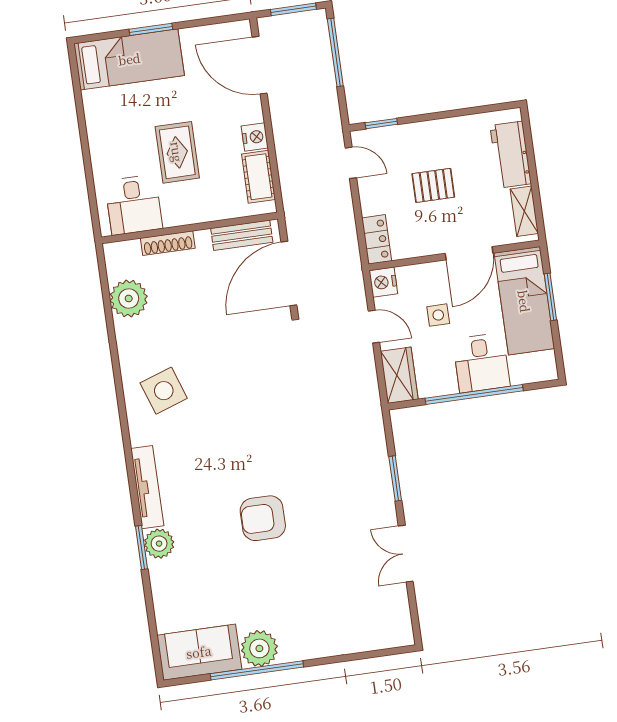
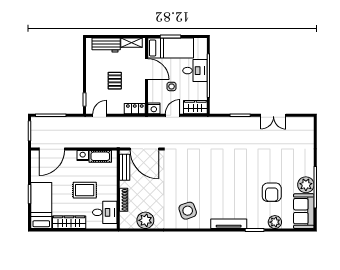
wardrobe: (100, 127) -> (69, 222), added
armchair: (263, 518) -> (272, 192), moved
plant: (159, 544) -> (275, 222), moved

